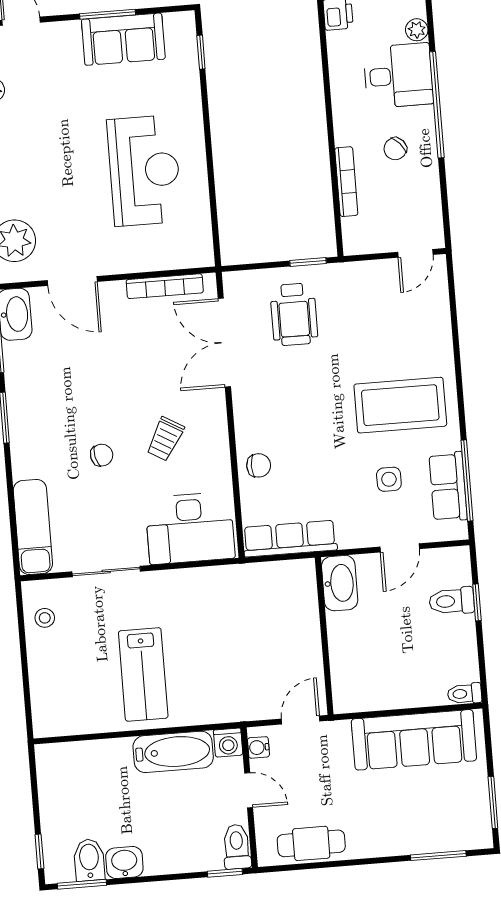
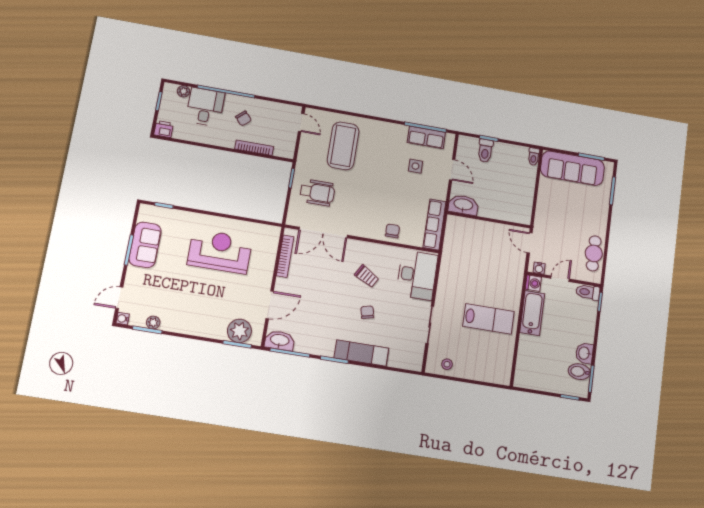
coffee table: (400, 405) -> (343, 146), moved
exam couch: (33, 527) -> (361, 353), moved
sofa: (414, 740) -> (572, 168), moved, turned 90

